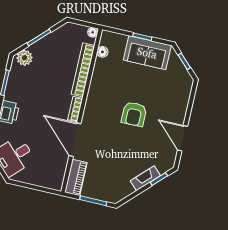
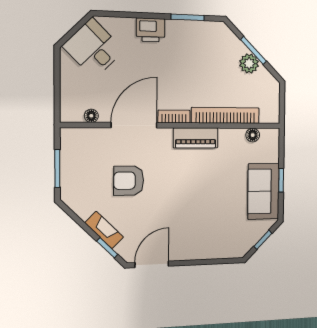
floor lamp: (93, 32) -> (91, 116), moved
plant: (24, 58) -> (249, 64), moved
armchair: (134, 114) -> (129, 181), moved
door: (182, 138) -> (152, 264), moved
piano: (76, 177) -> (196, 138), moved

